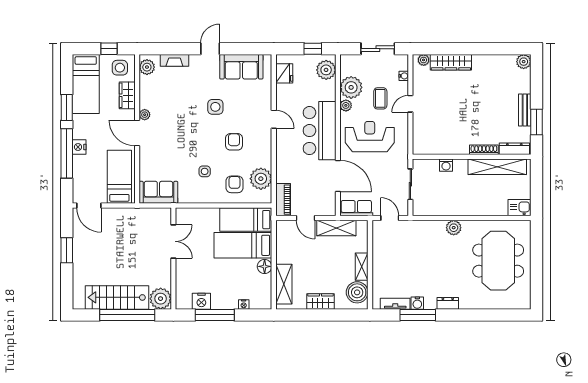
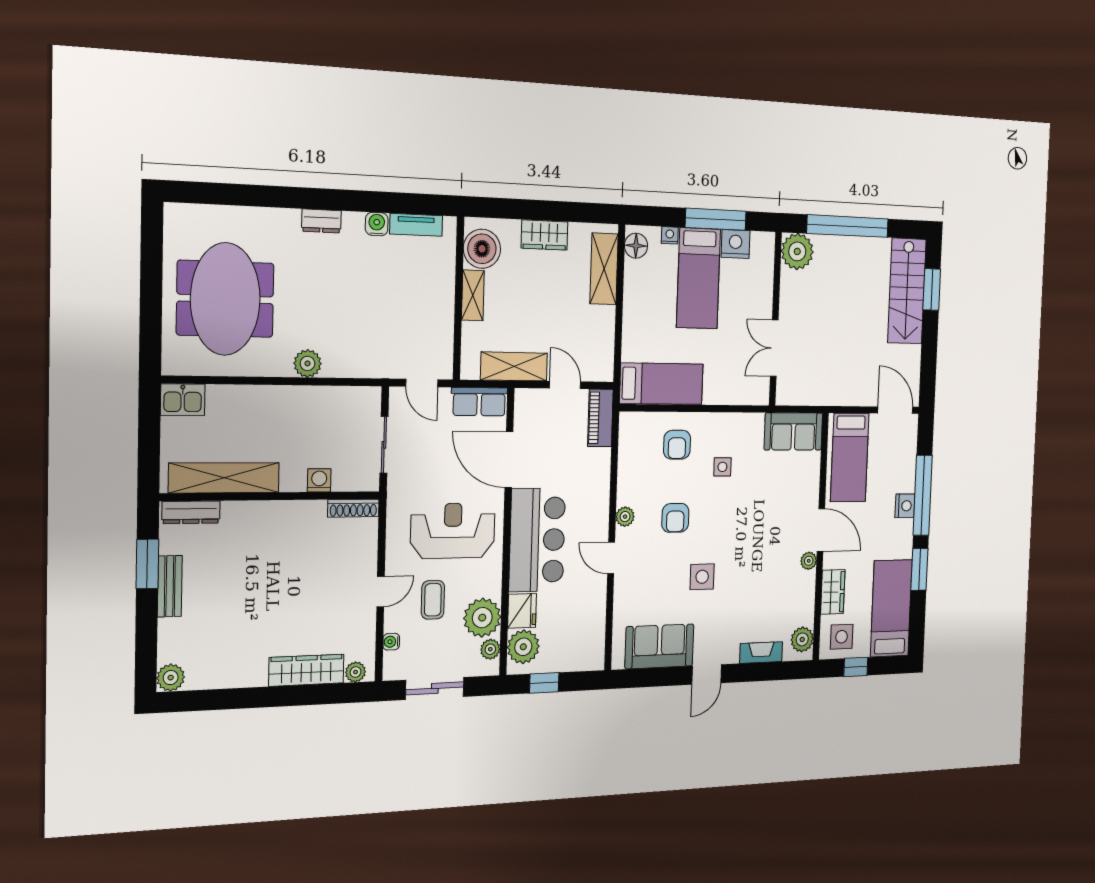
fridge: (284, 73) -> (522, 611), moved, turned 180
plant: (346, 105) -> (490, 649), moved
reception desk: (370, 137) -> (453, 531), turned 180
shoe rack: (484, 150) -> (353, 508), moved
plant: (261, 179) -> (625, 517), moved, width x0.53, depth x0.53
bed: (243, 245) -> (698, 278), moved, turned 90
window: (67, 250) -> (932, 289), moved
floor lamp: (265, 266) -> (636, 246), moved
stairs: (117, 297) -> (907, 291), moved, turned 90
window: (418, 315) -> (376, 202), removed

